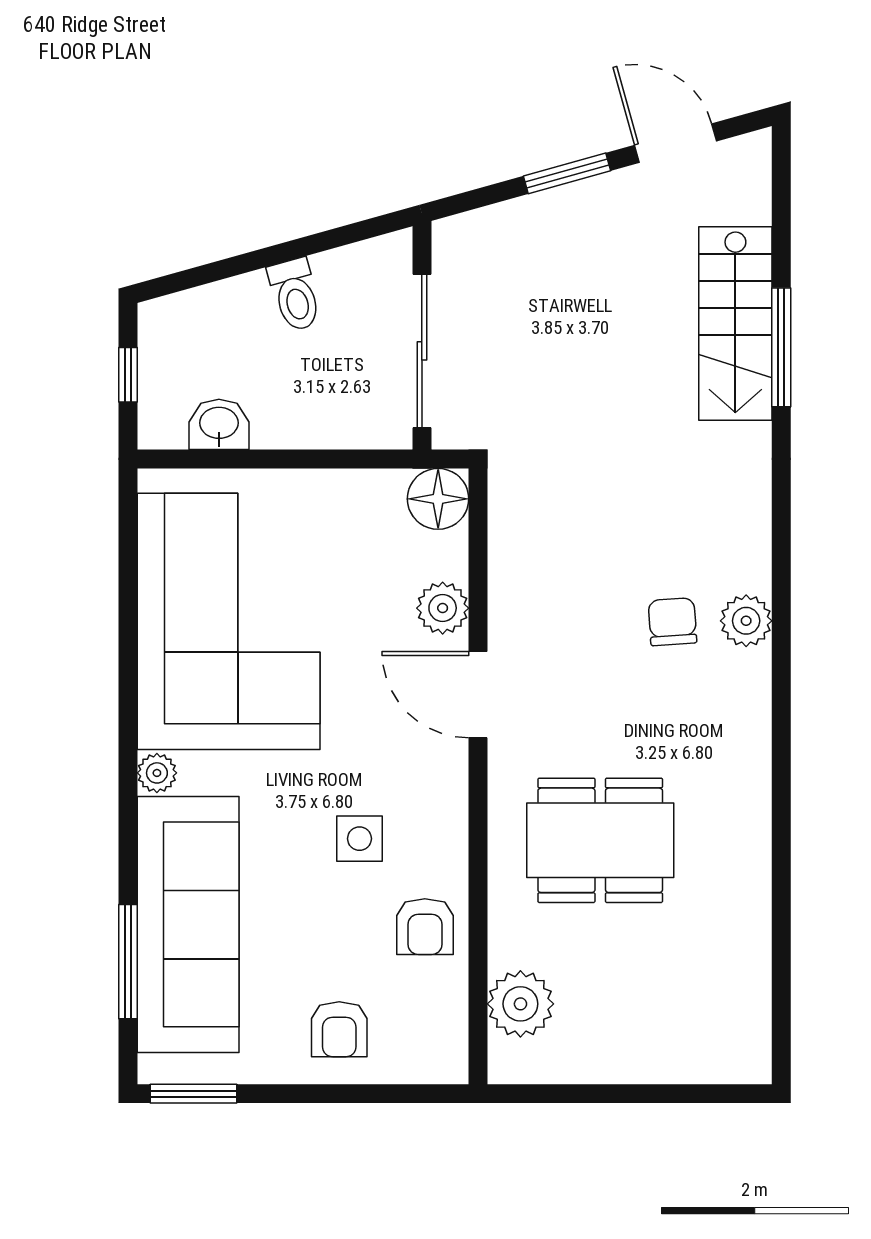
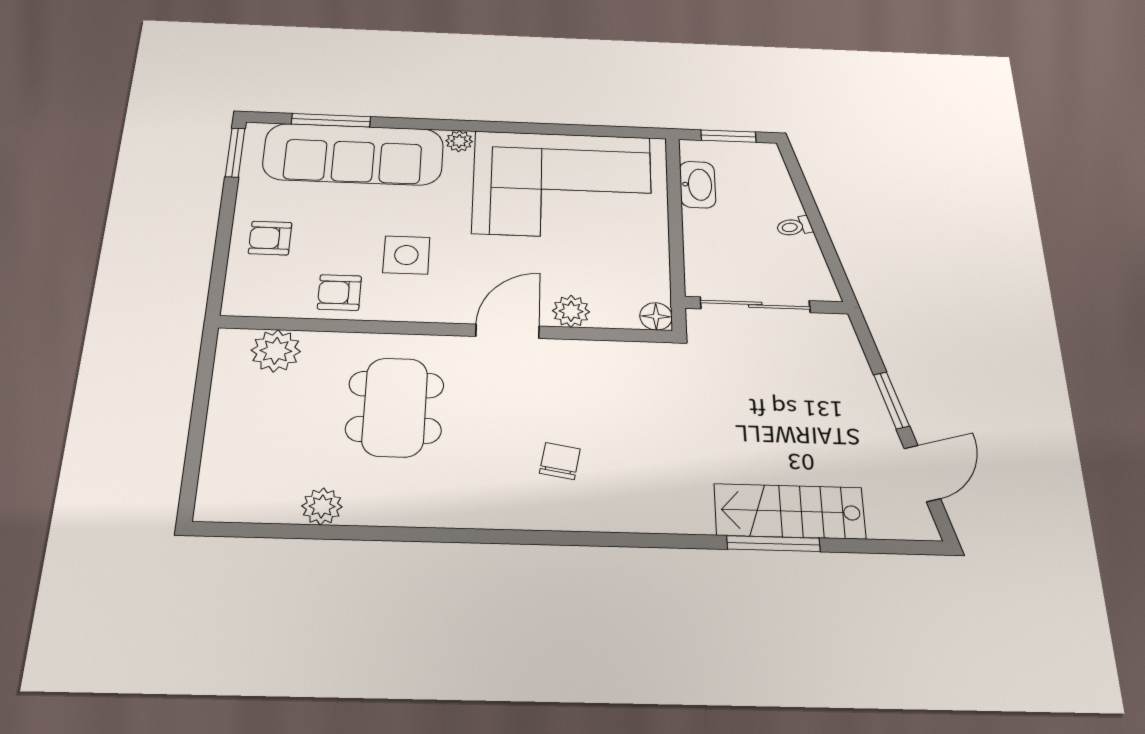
toilet: (295, 295) -> (794, 227), width x0.73, depth x0.72
window: (128, 375) -> (729, 136), width x1.50
washbasin: (219, 424) -> (698, 185), width x1.38
floor lamp: (438, 499) -> (656, 316), width x0.73, depth x0.73
plant: (746, 621) -> (322, 506), moved
chair: (672, 622) -> (560, 461), turned -76
side table: (359, 839) -> (406, 255), width x1.37, depth x1.37

